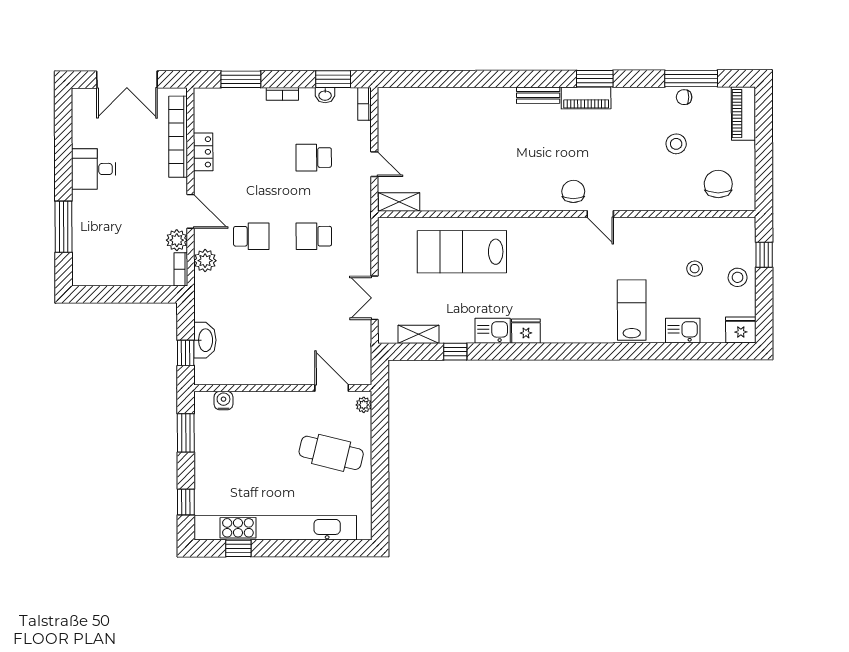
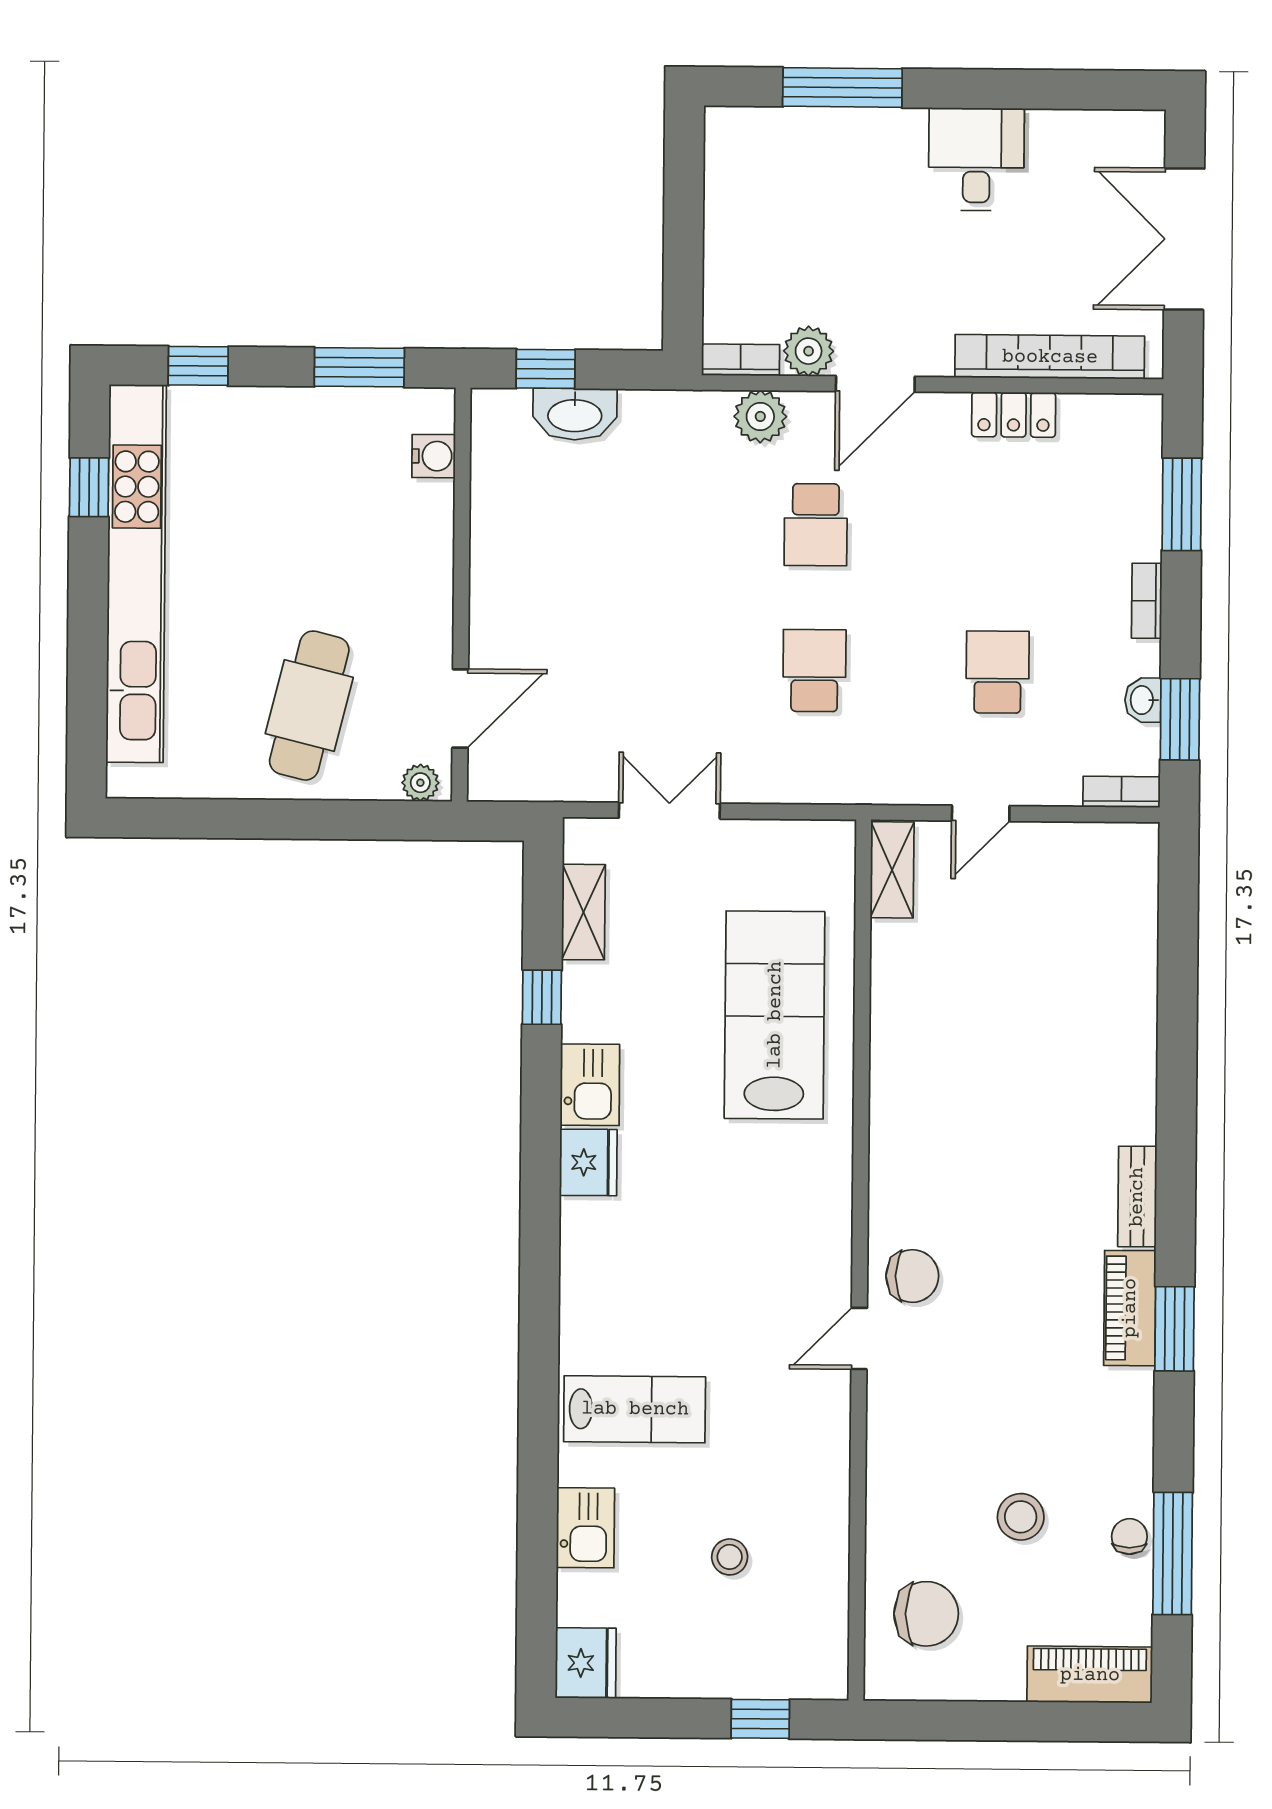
stool: (738, 277) -> (708, 1657), removed

